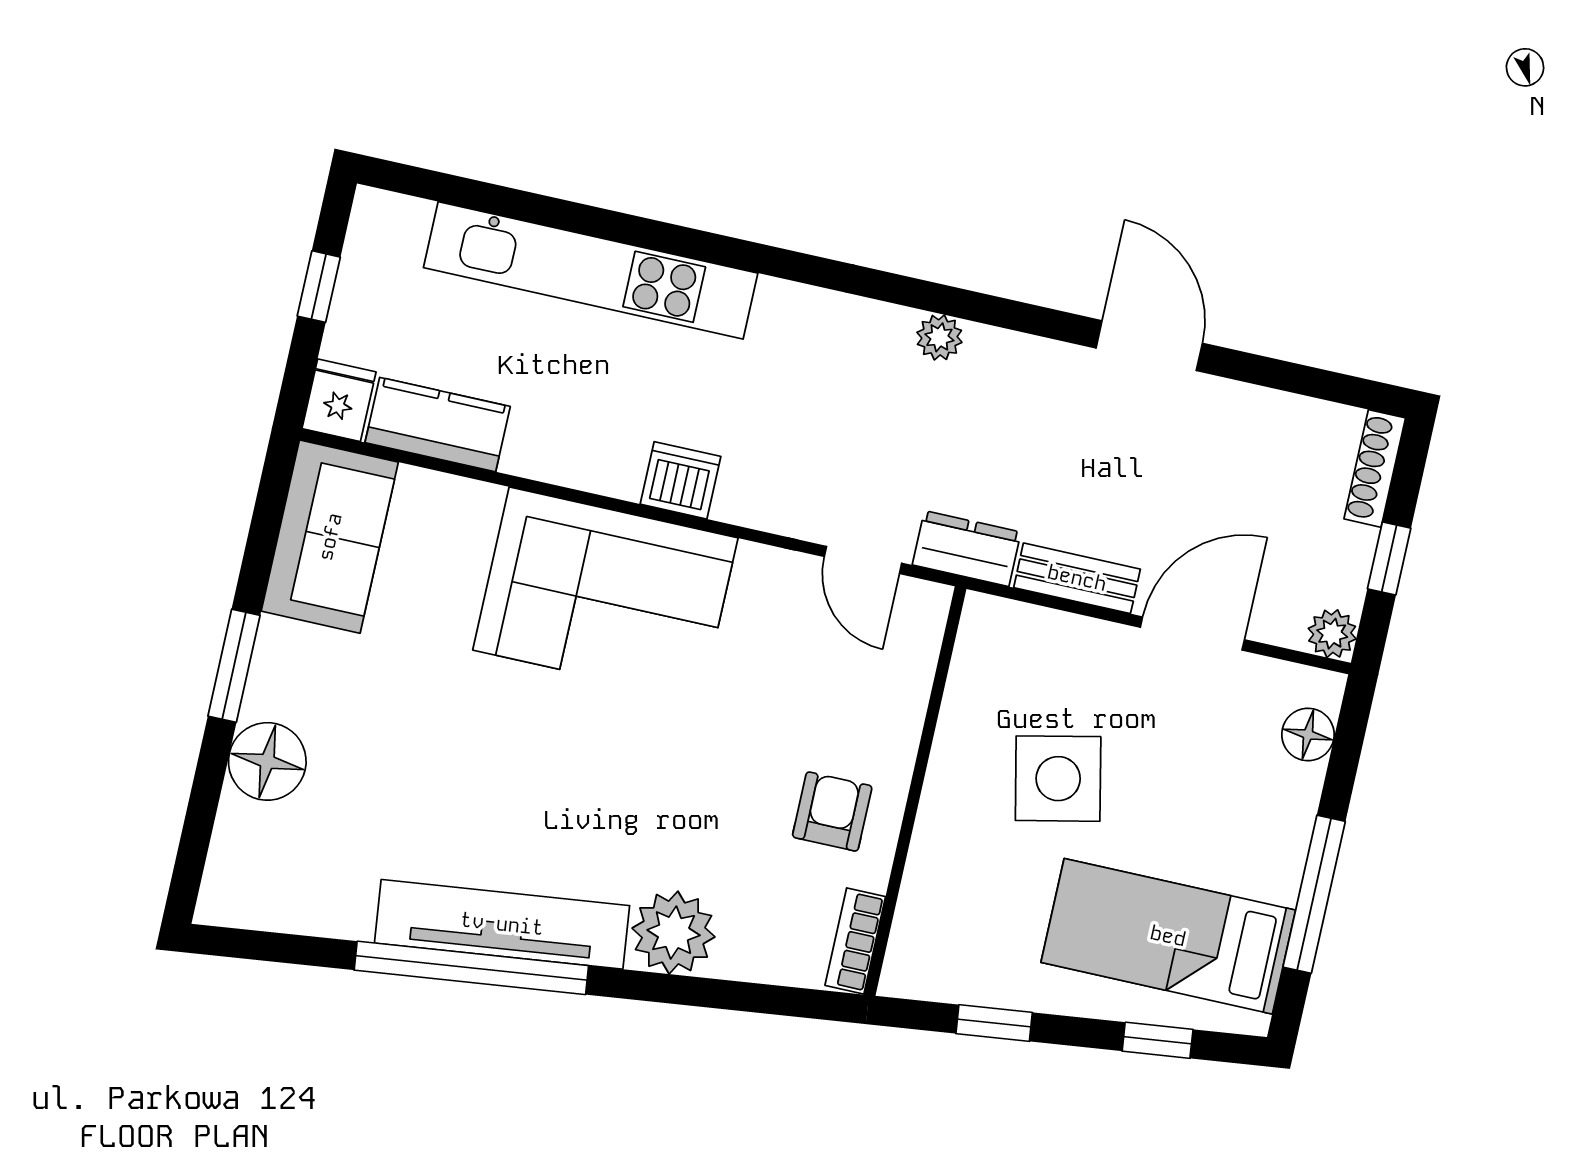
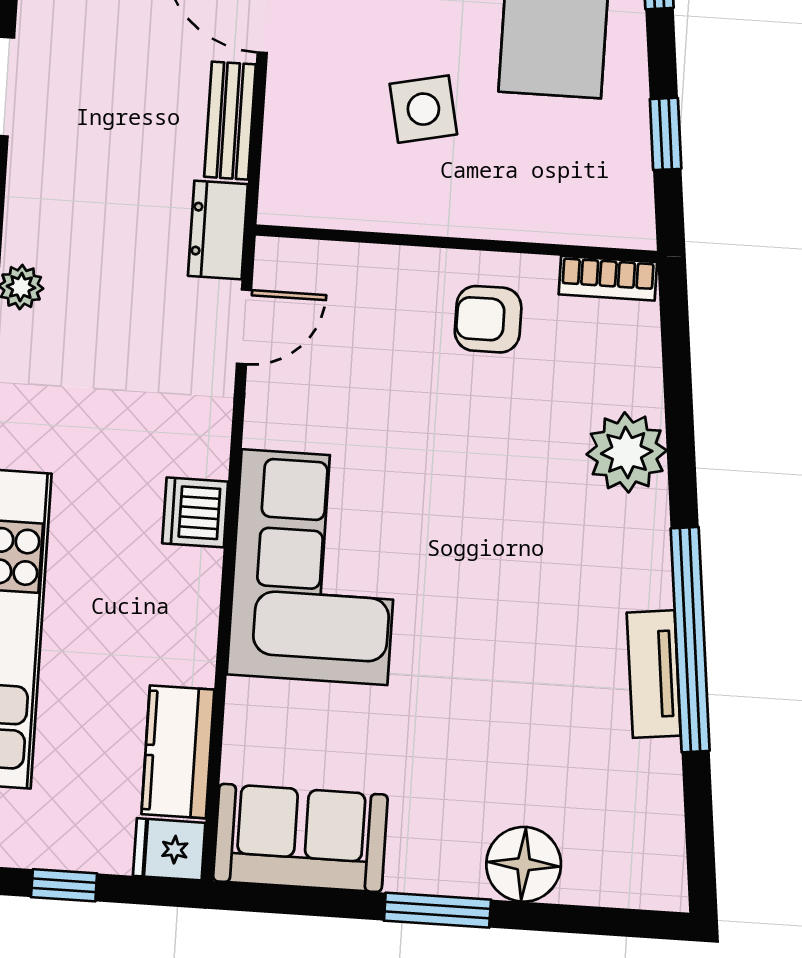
side table: (1058, 779) -> (423, 109), width x0.73, depth x0.73
tv unit: (502, 924) -> (654, 674), width x0.52, depth x0.78

